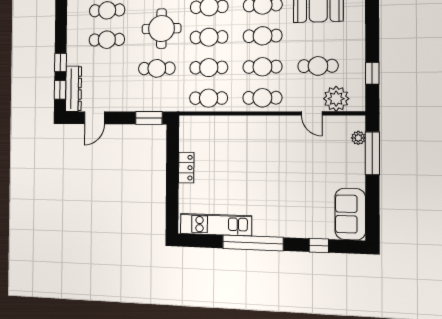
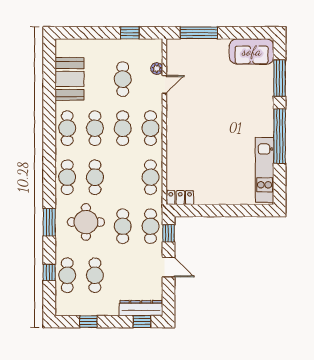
window: (60, 63) -> (88, 322), moved
cafe table: (209, 68) -> (150, 226), moved
plant: (336, 99) -> (157, 69), width x0.53, depth x0.53
door: (94, 118) -> (168, 267), moved
window: (149, 118) -> (168, 233), width x0.67
plant: (358, 138) -> (186, 45), removed
locker: (186, 168) -> (180, 198), moved
window: (319, 245) -> (280, 78), width x2.17

